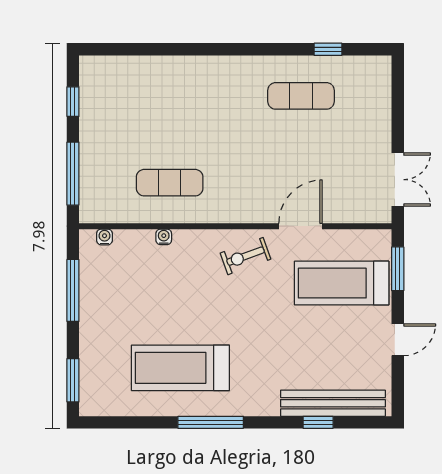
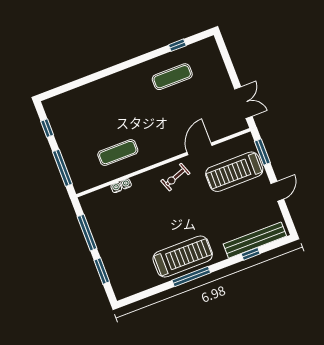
water cooler: (104, 237) -> (116, 188), moved
treadmill: (180, 368) -> (183, 257), moved, turned 180
window: (73, 380) -> (102, 271), moved

